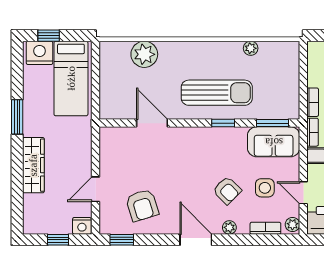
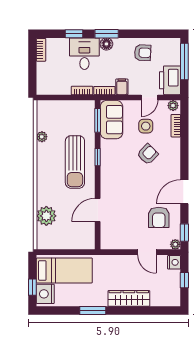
sun lounger: (217, 93) -> (75, 162), turned 180
armchair: (142, 205) -> (159, 217), turned 107
plant: (229, 227) -> (175, 244), moved
door: (196, 240) -> (184, 192), moved

